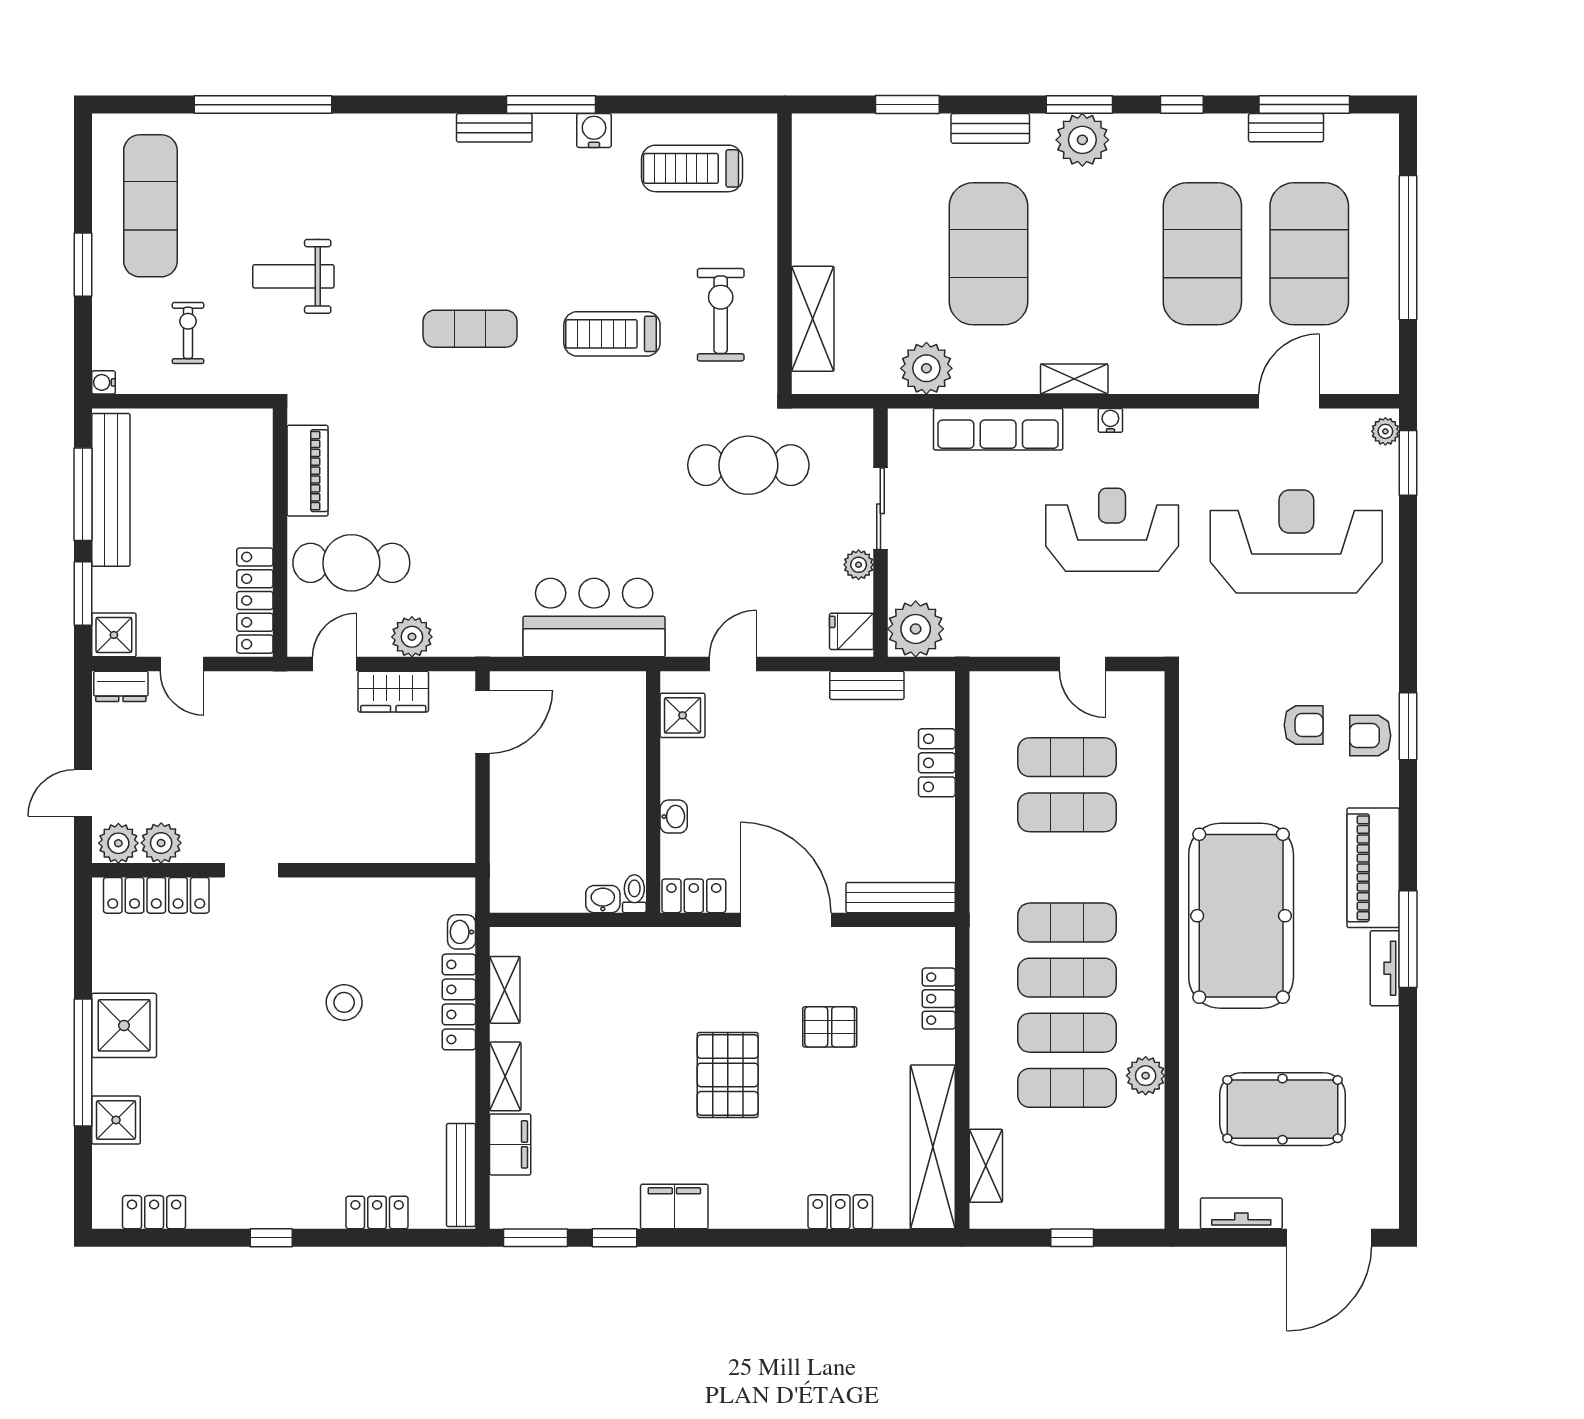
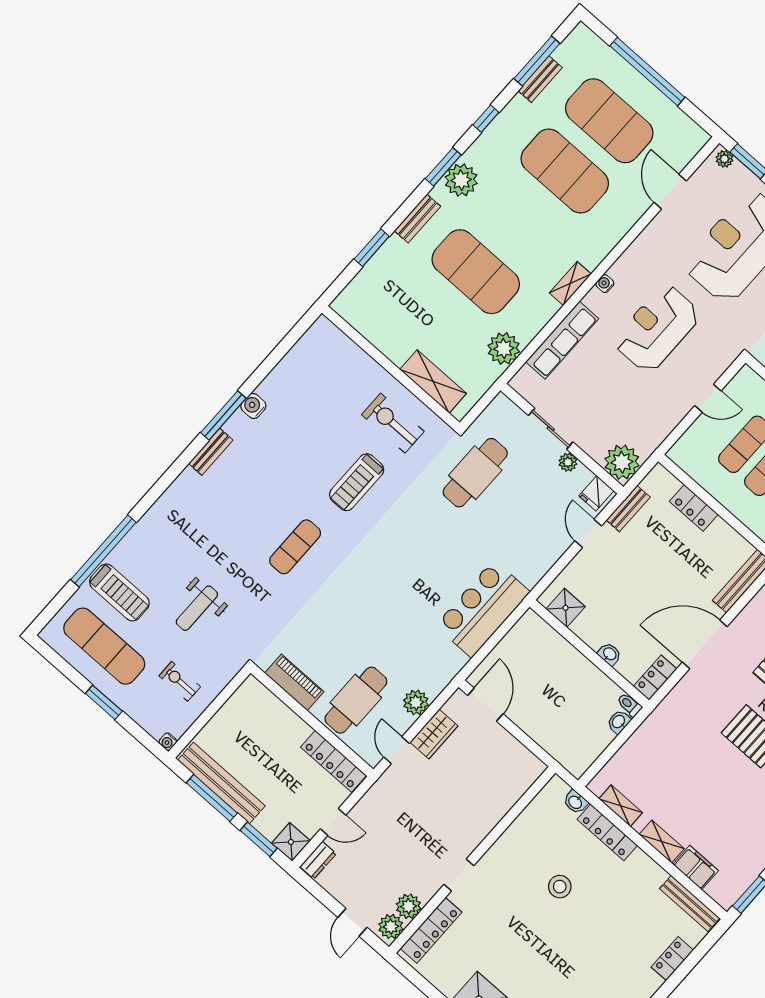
treadmill: (692, 168) -> (119, 593), moved, turned -90
door: (733, 664) -> (588, 533), moved

